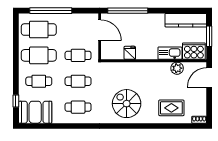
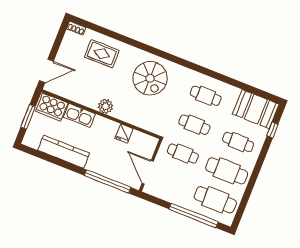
kitchen counter: (186, 20) -> (64, 152), moved
plant: (177, 68) -> (106, 106), moved

